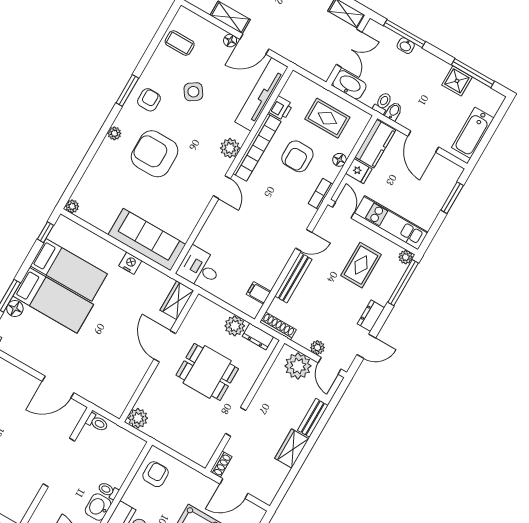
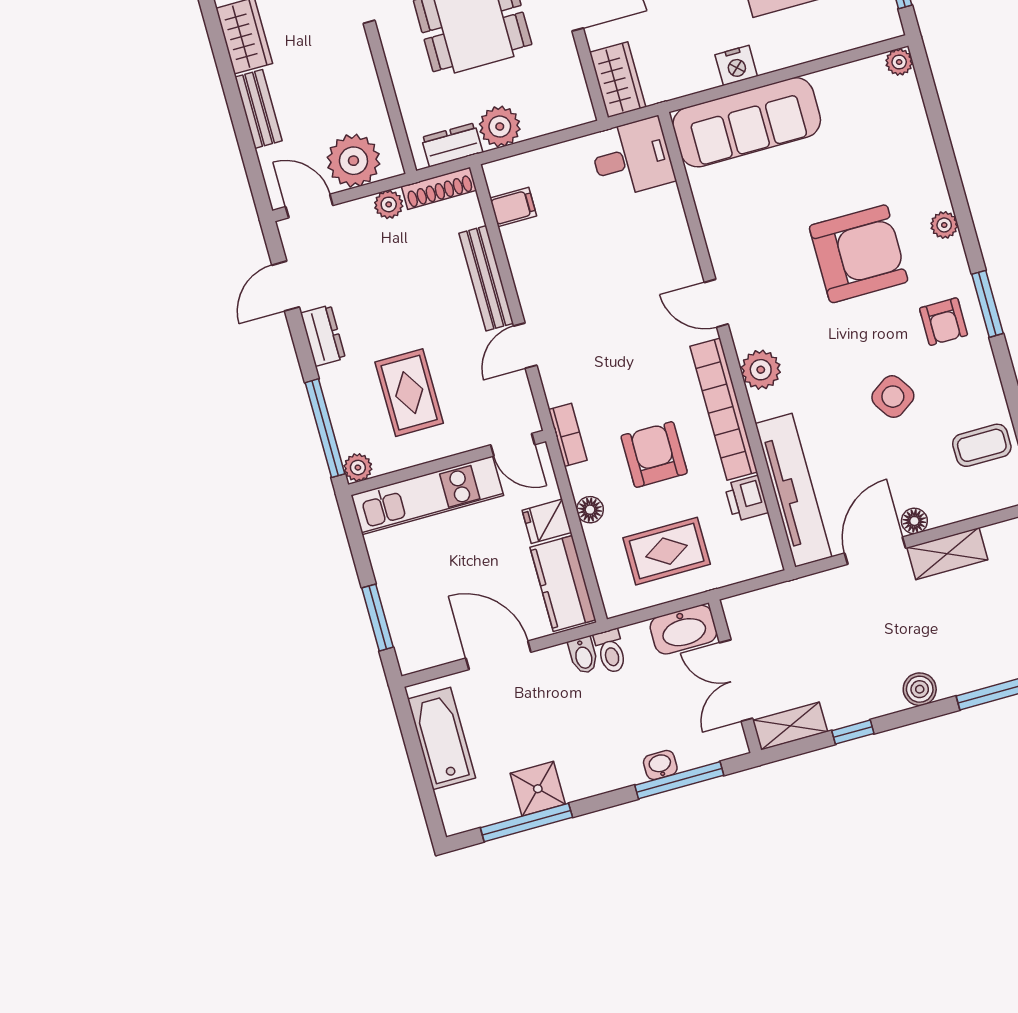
plant: (317, 348) -> (389, 204), moved

